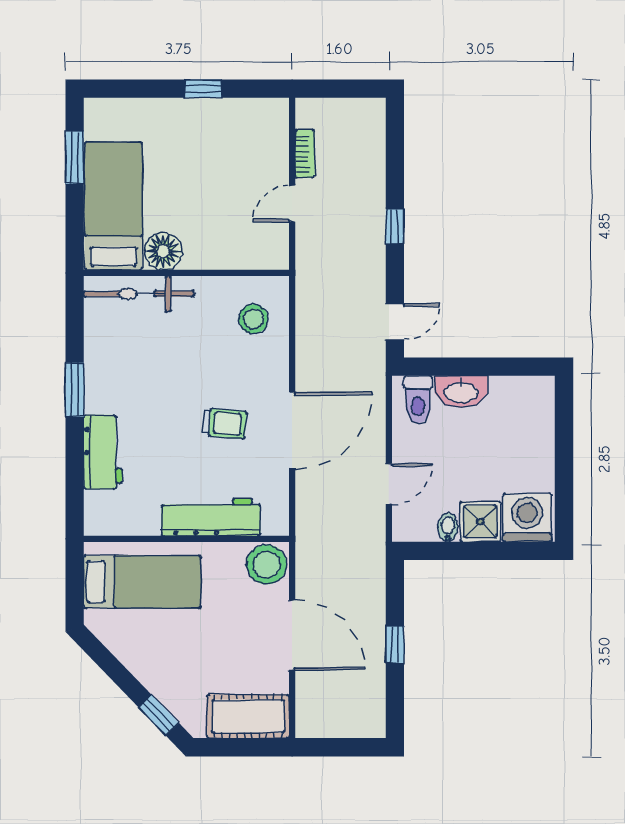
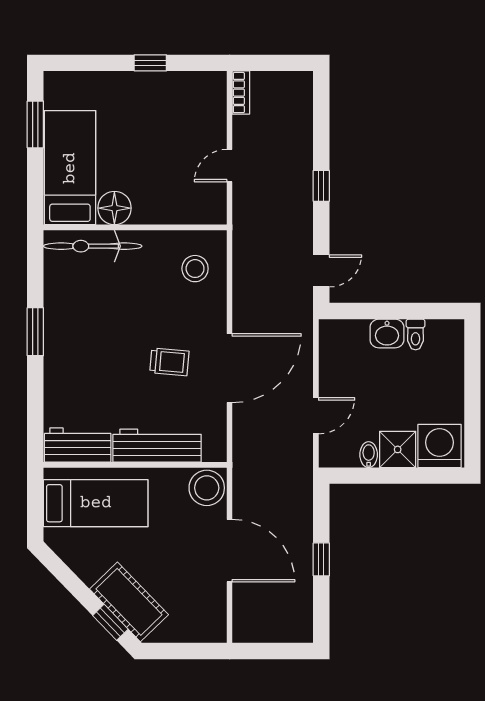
bookcase: (305, 154) -> (241, 93), moved
washbasin: (461, 392) -> (387, 333), width x0.72
toilet: (418, 400) -> (416, 335), moved, width x0.73, depth x0.72
workbench: (103, 452) -> (78, 445), moved, turned -90
cot: (248, 716) -> (129, 602), moved, turned 46

